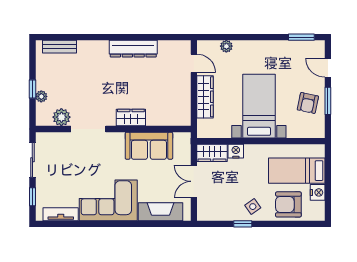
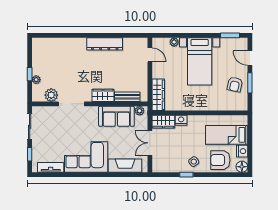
bench: (59, 47) -> (127, 97), moved
wardrobe: (205, 97) -> (158, 95), moved
bed with nightstands: (259, 106) -> (200, 61), moved, turned 180
plant: (180, 138) -> (140, 111), added
floor lamp: (317, 213) -> (242, 167), added

